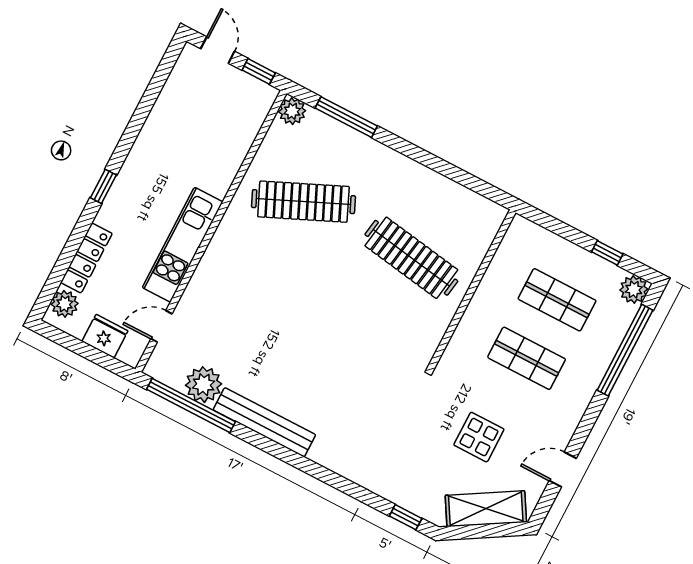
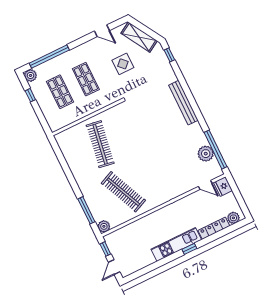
kitchen unit: (183, 245) -> (176, 245), moved, turned 180
fridge: (105, 336) -> (223, 186), moved
bench: (264, 422) -> (183, 103), moved

